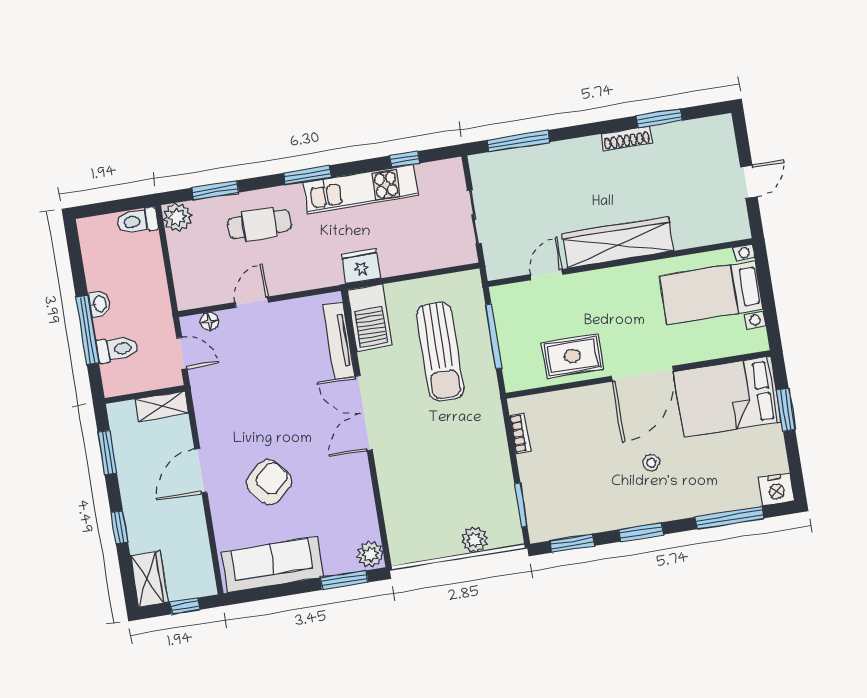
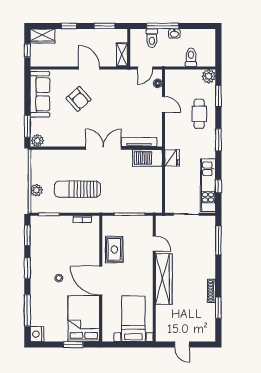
kitchen unit: (361, 189) -> (208, 185), moved
toilet: (137, 221) -> (191, 57), moved
sun lounger: (440, 352) -> (77, 189), moved

